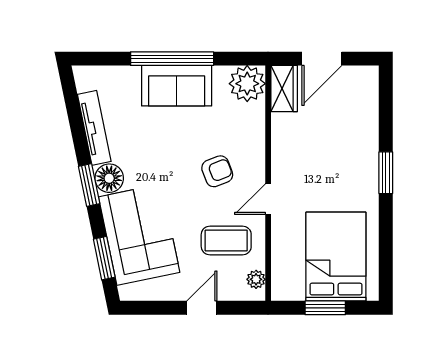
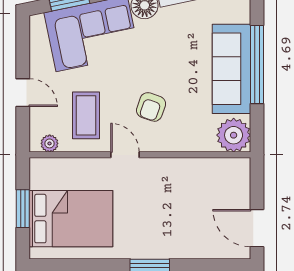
door: (322, 59) -> (257, 228), moved
sofa: (177, 86) -> (232, 69), width x1.36
wardrobe: (284, 88) -> (229, 170), removed
armchair: (217, 171) -> (151, 107), turned 40

